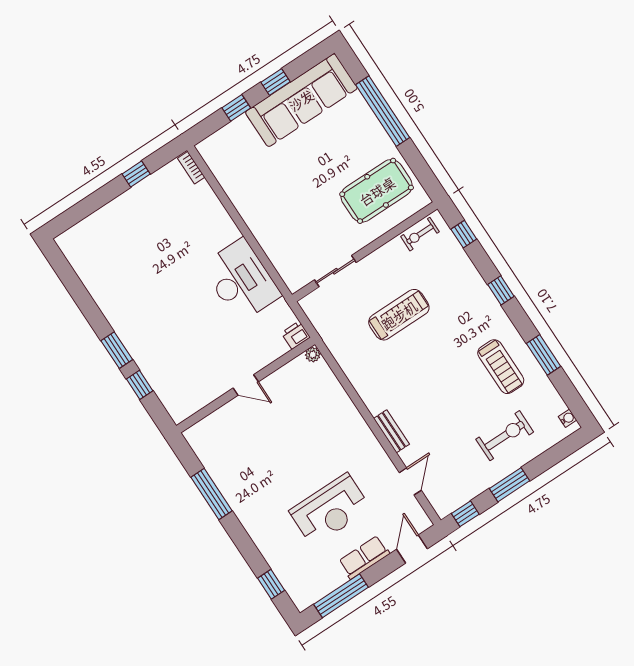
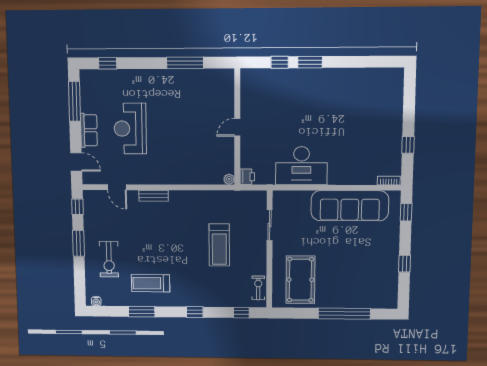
sofa: (301, 100) -> (350, 206), moved, turned -90
window: (236, 108) -> (406, 212), moved

